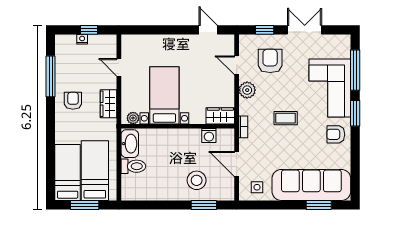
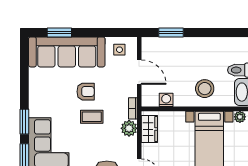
plant: (247, 90) -> (129, 128), moved
wardrobe: (220, 116) -> (149, 129), moved, turned -90
armchair: (336, 134) -> (86, 92), moved
stool: (197, 180) -> (205, 89), moved

